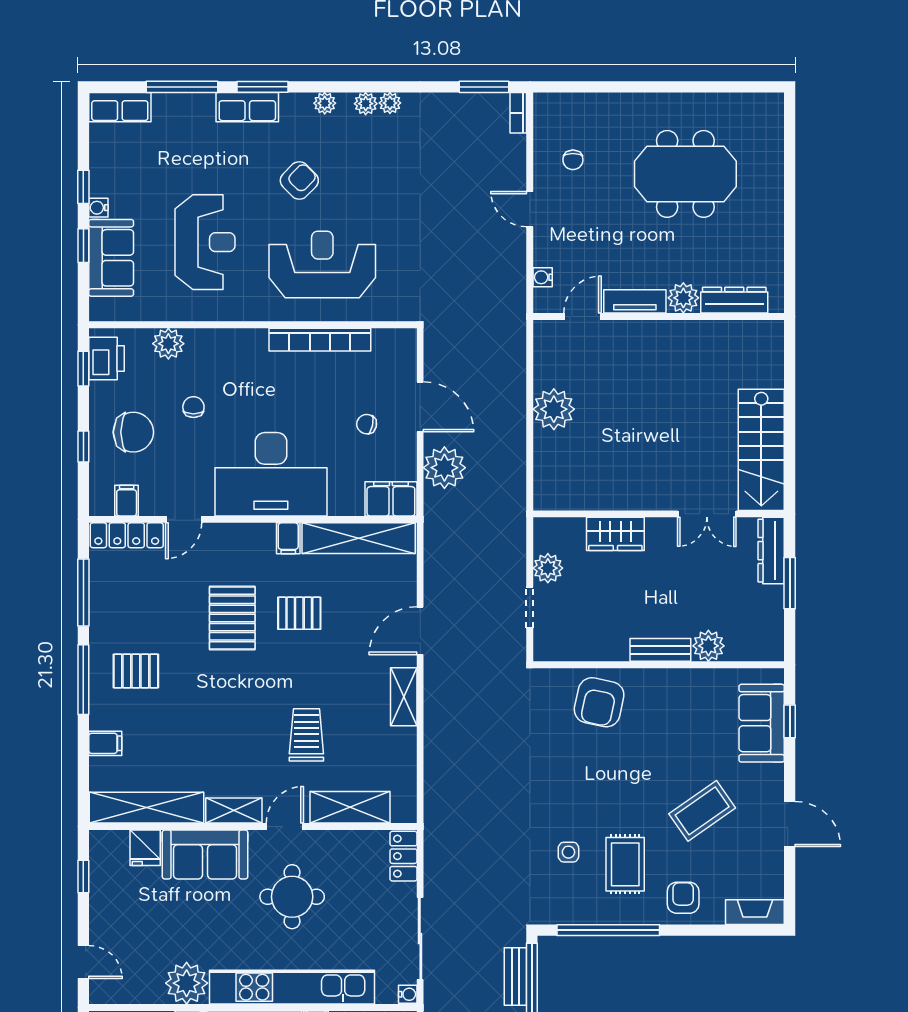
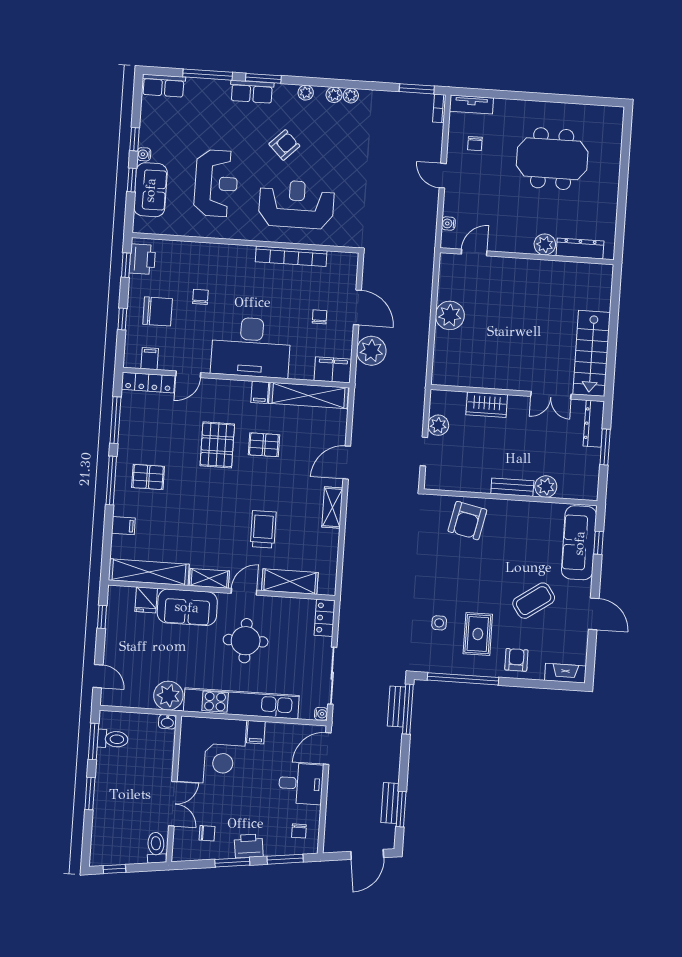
tv unit: (635, 301) -> (471, 105), moved, turned 180
plant: (168, 344) -> (186, 252), removed
chair: (367, 424) -> (320, 317), turned 77
sofa: (762, 723) -> (579, 543), width x1.36

